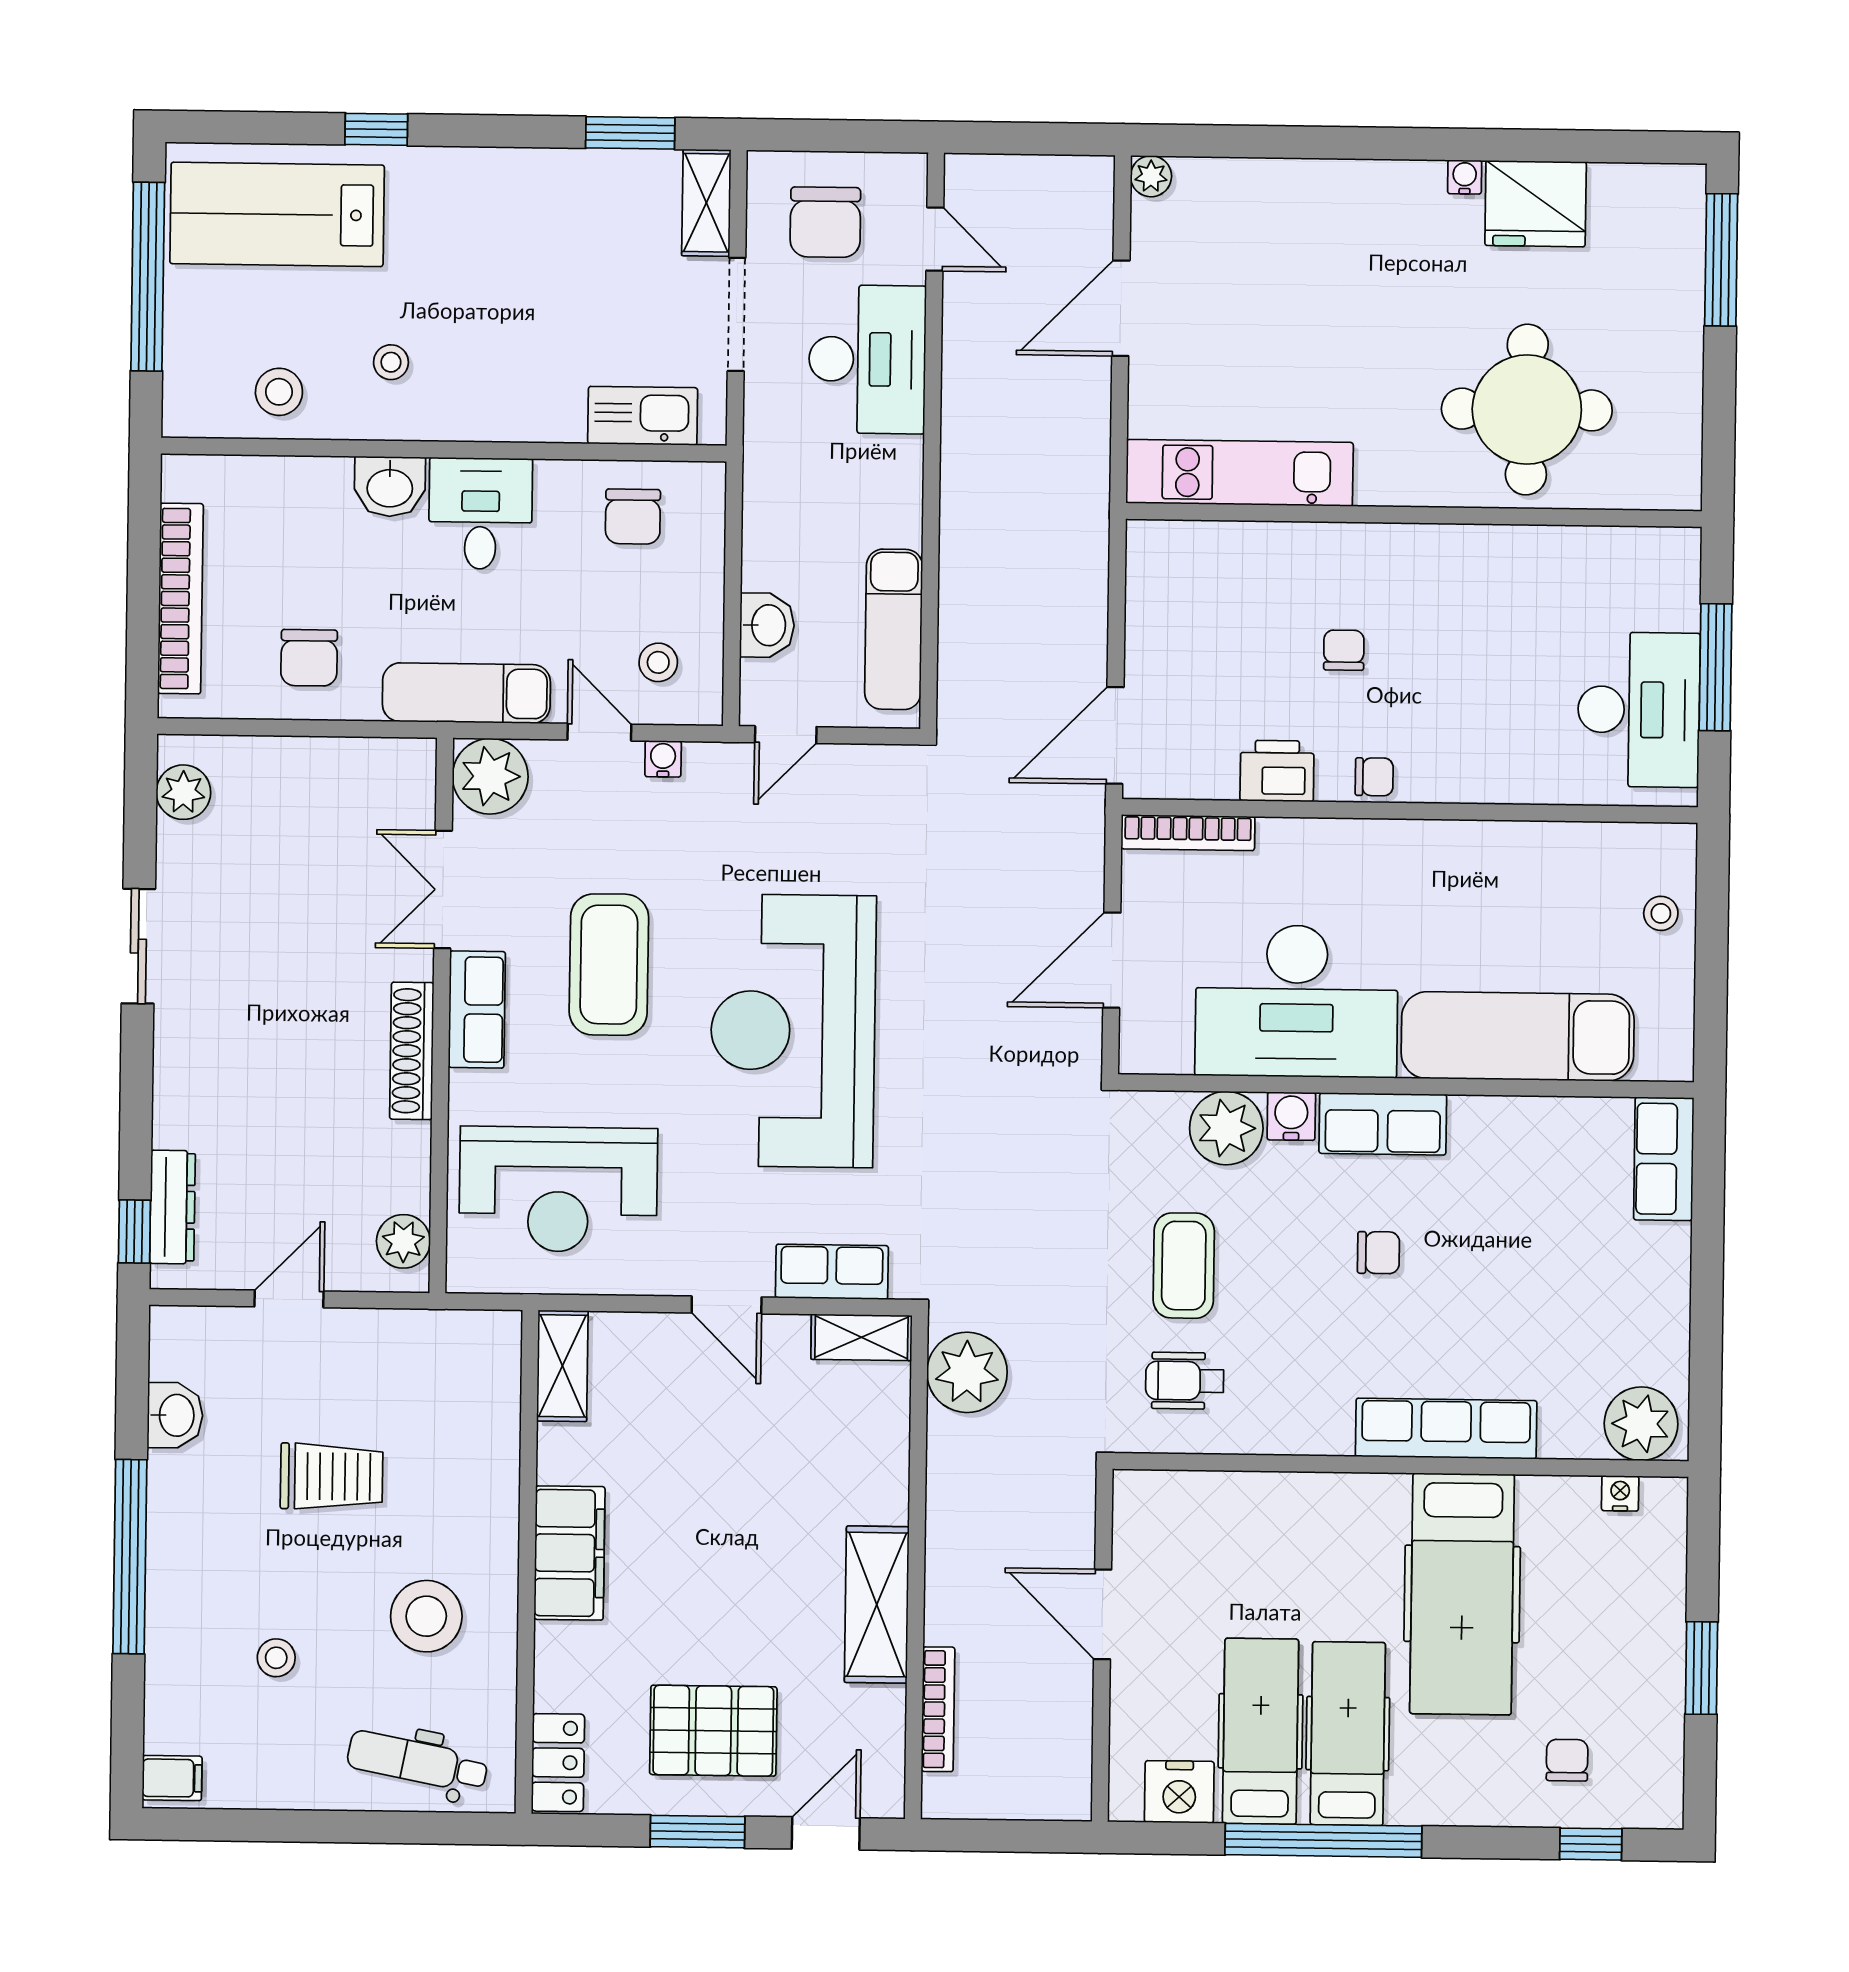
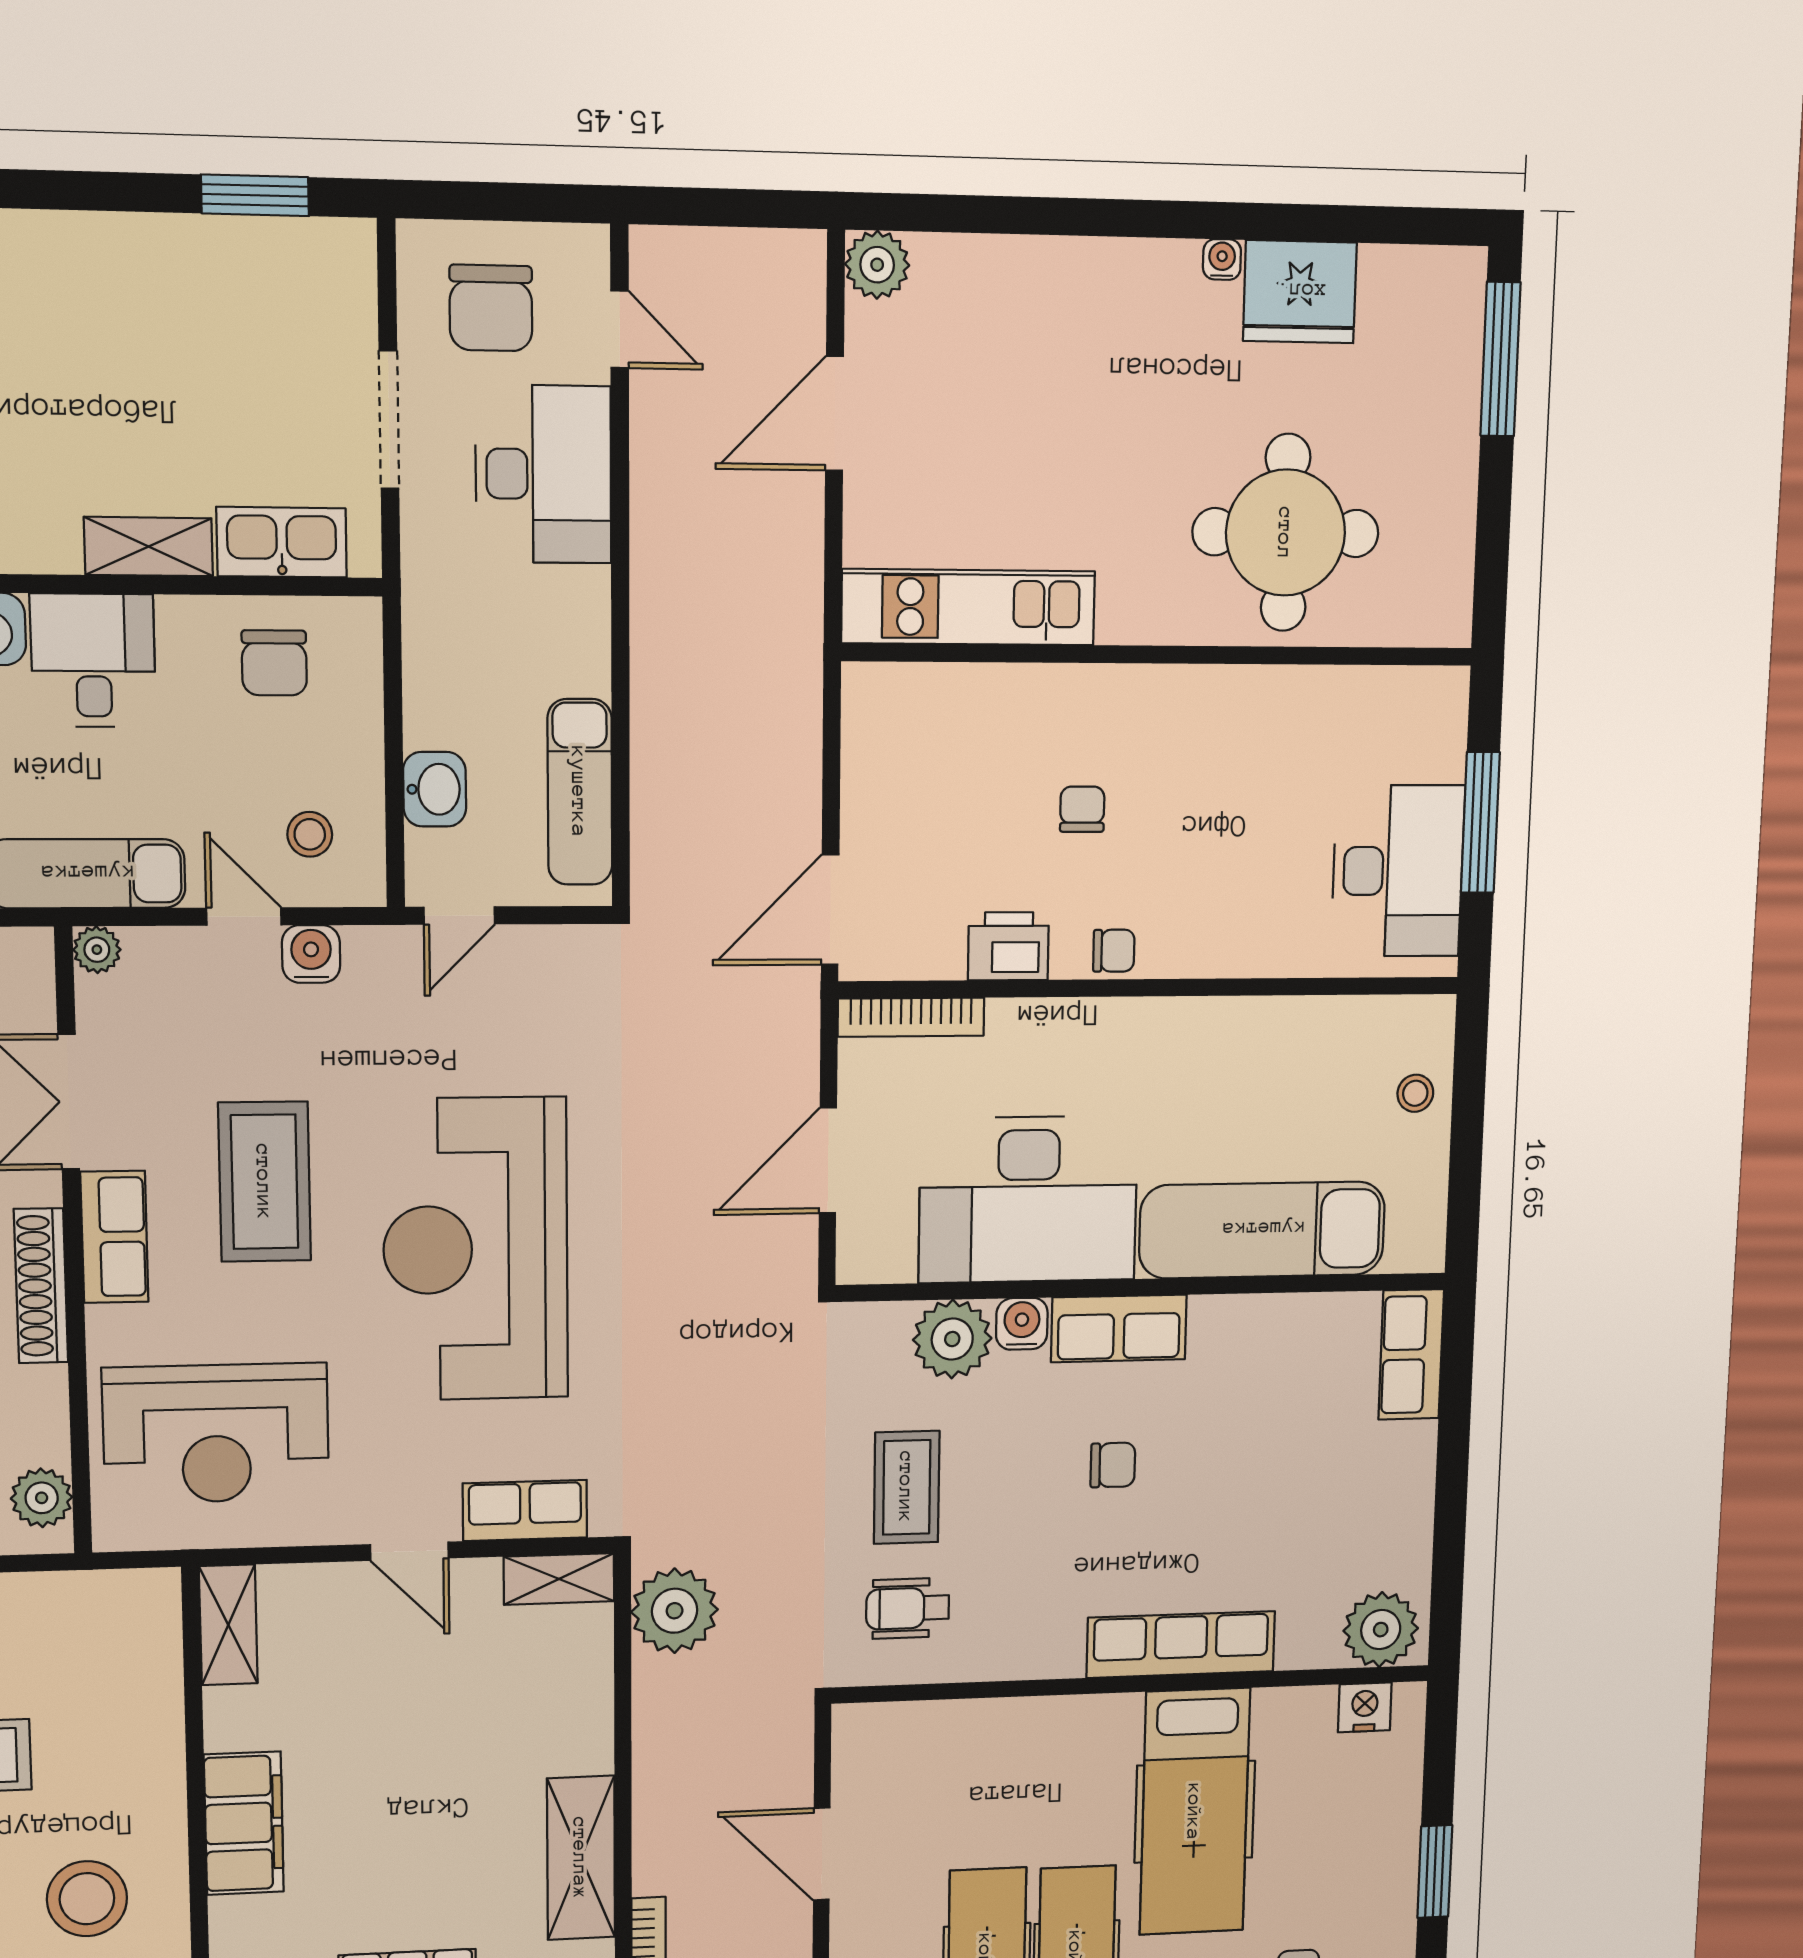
plant: (1151, 176) -> (877, 265), width x1.38, depth x1.38
shelving: (706, 203) -> (148, 547), moved, turned 90
water cooler: (663, 759) -> (311, 954), width x1.38, depth x1.38
plant: (490, 776) -> (97, 950), width x0.53, depth x0.53
nightstand: (1620, 1493) -> (1365, 1707), width x1.39, depth x1.35

